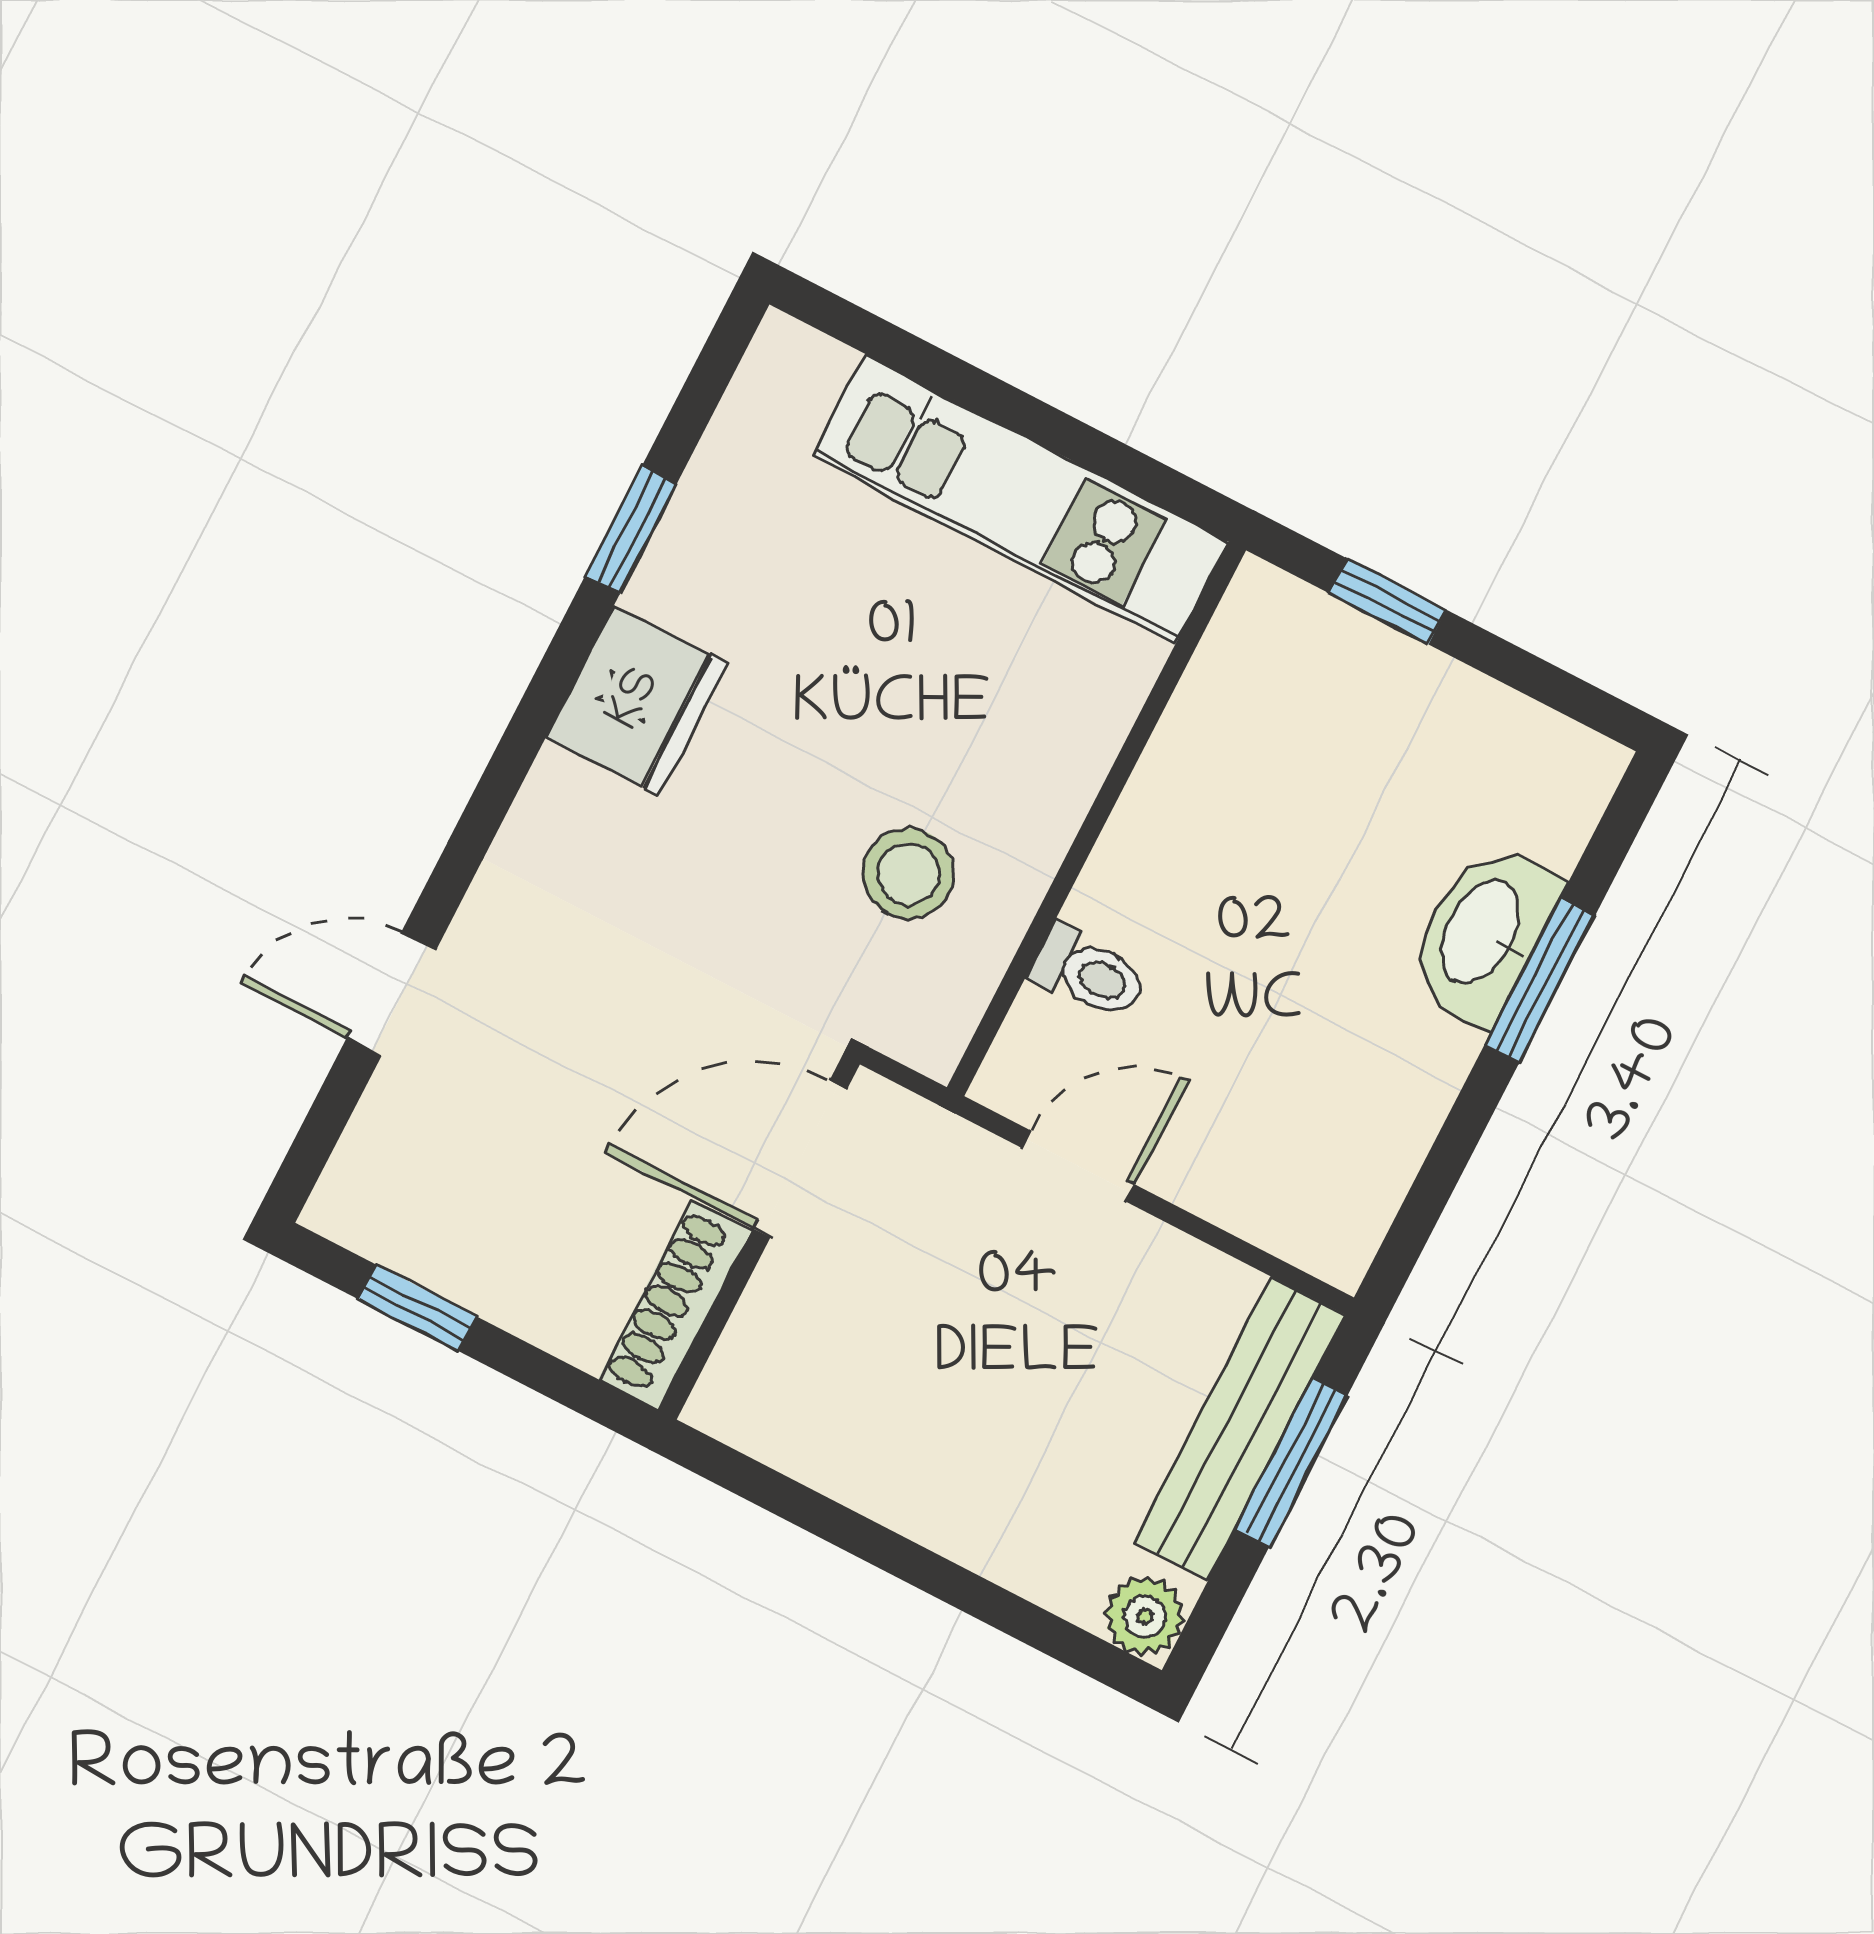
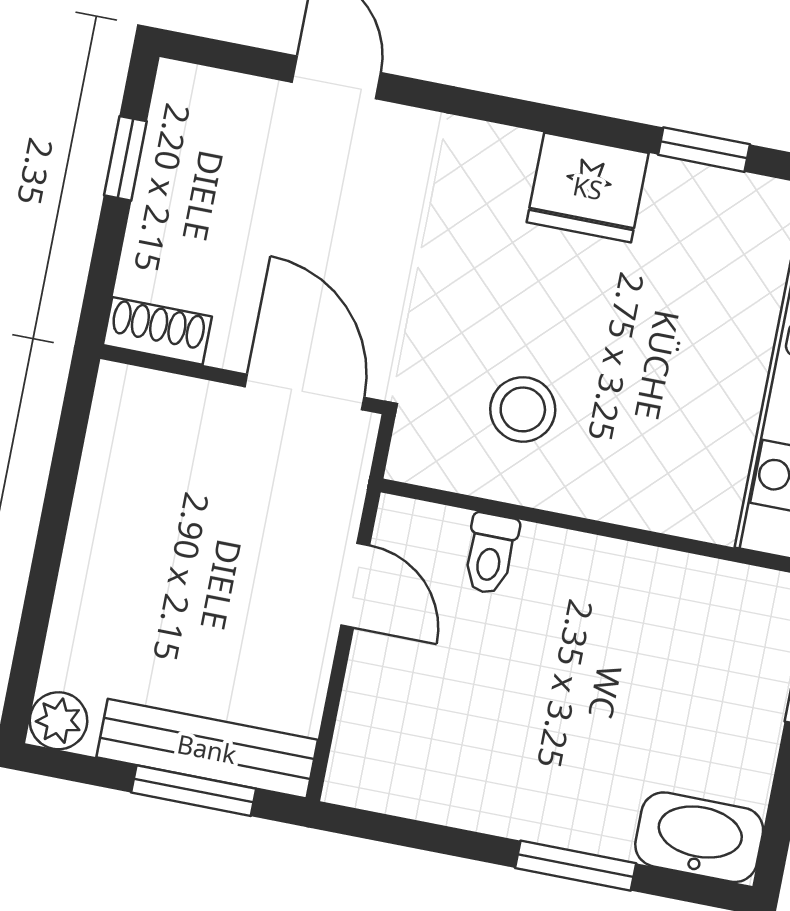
washbasin: (1483, 934) -> (699, 837), moved
shoe rack: (675, 1305) -> (157, 331), width x0.70

